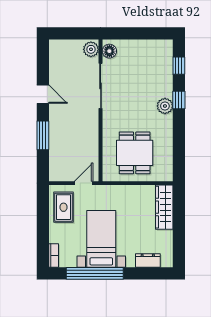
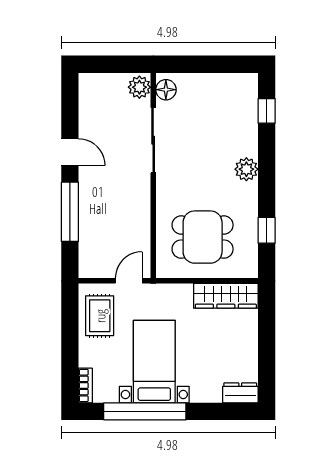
window: (179, 100) -> (267, 230), moved
window: (43, 135) -> (70, 212), width x1.44
dining table: (135, 153) -> (203, 237), turned 90
wardrobe: (164, 207) -> (226, 296), moved, turned -90
dresser: (148, 260) -> (240, 393), moved

